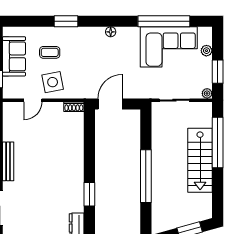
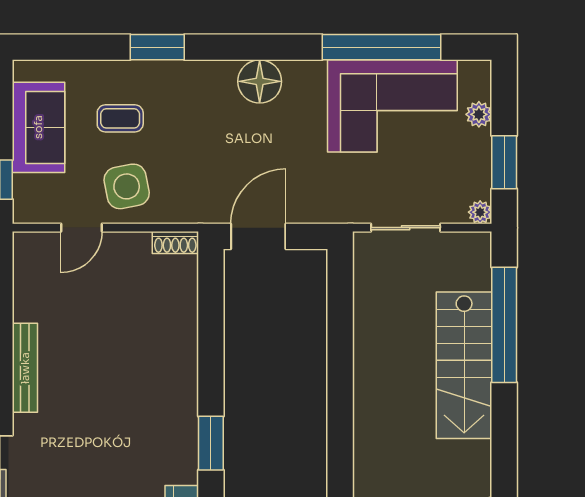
floor lamp: (111, 32) -> (260, 81), width x1.89, depth x1.89
window: (146, 176) -> (340, 402), removed

